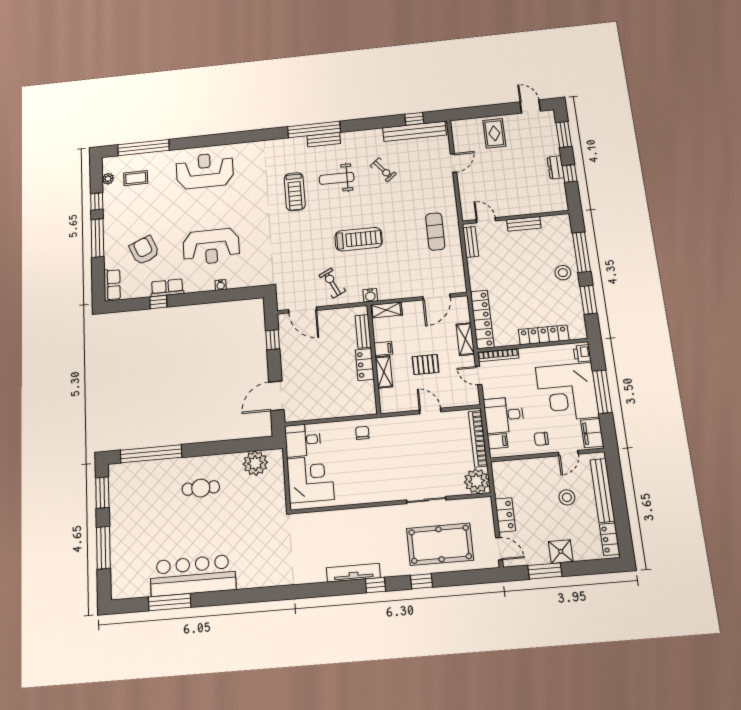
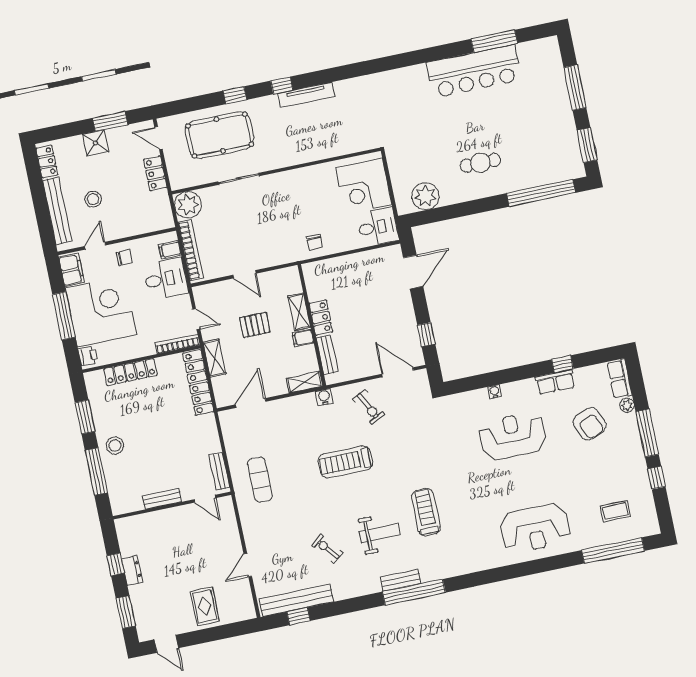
plant: (108, 179) -> (627, 405), moved

